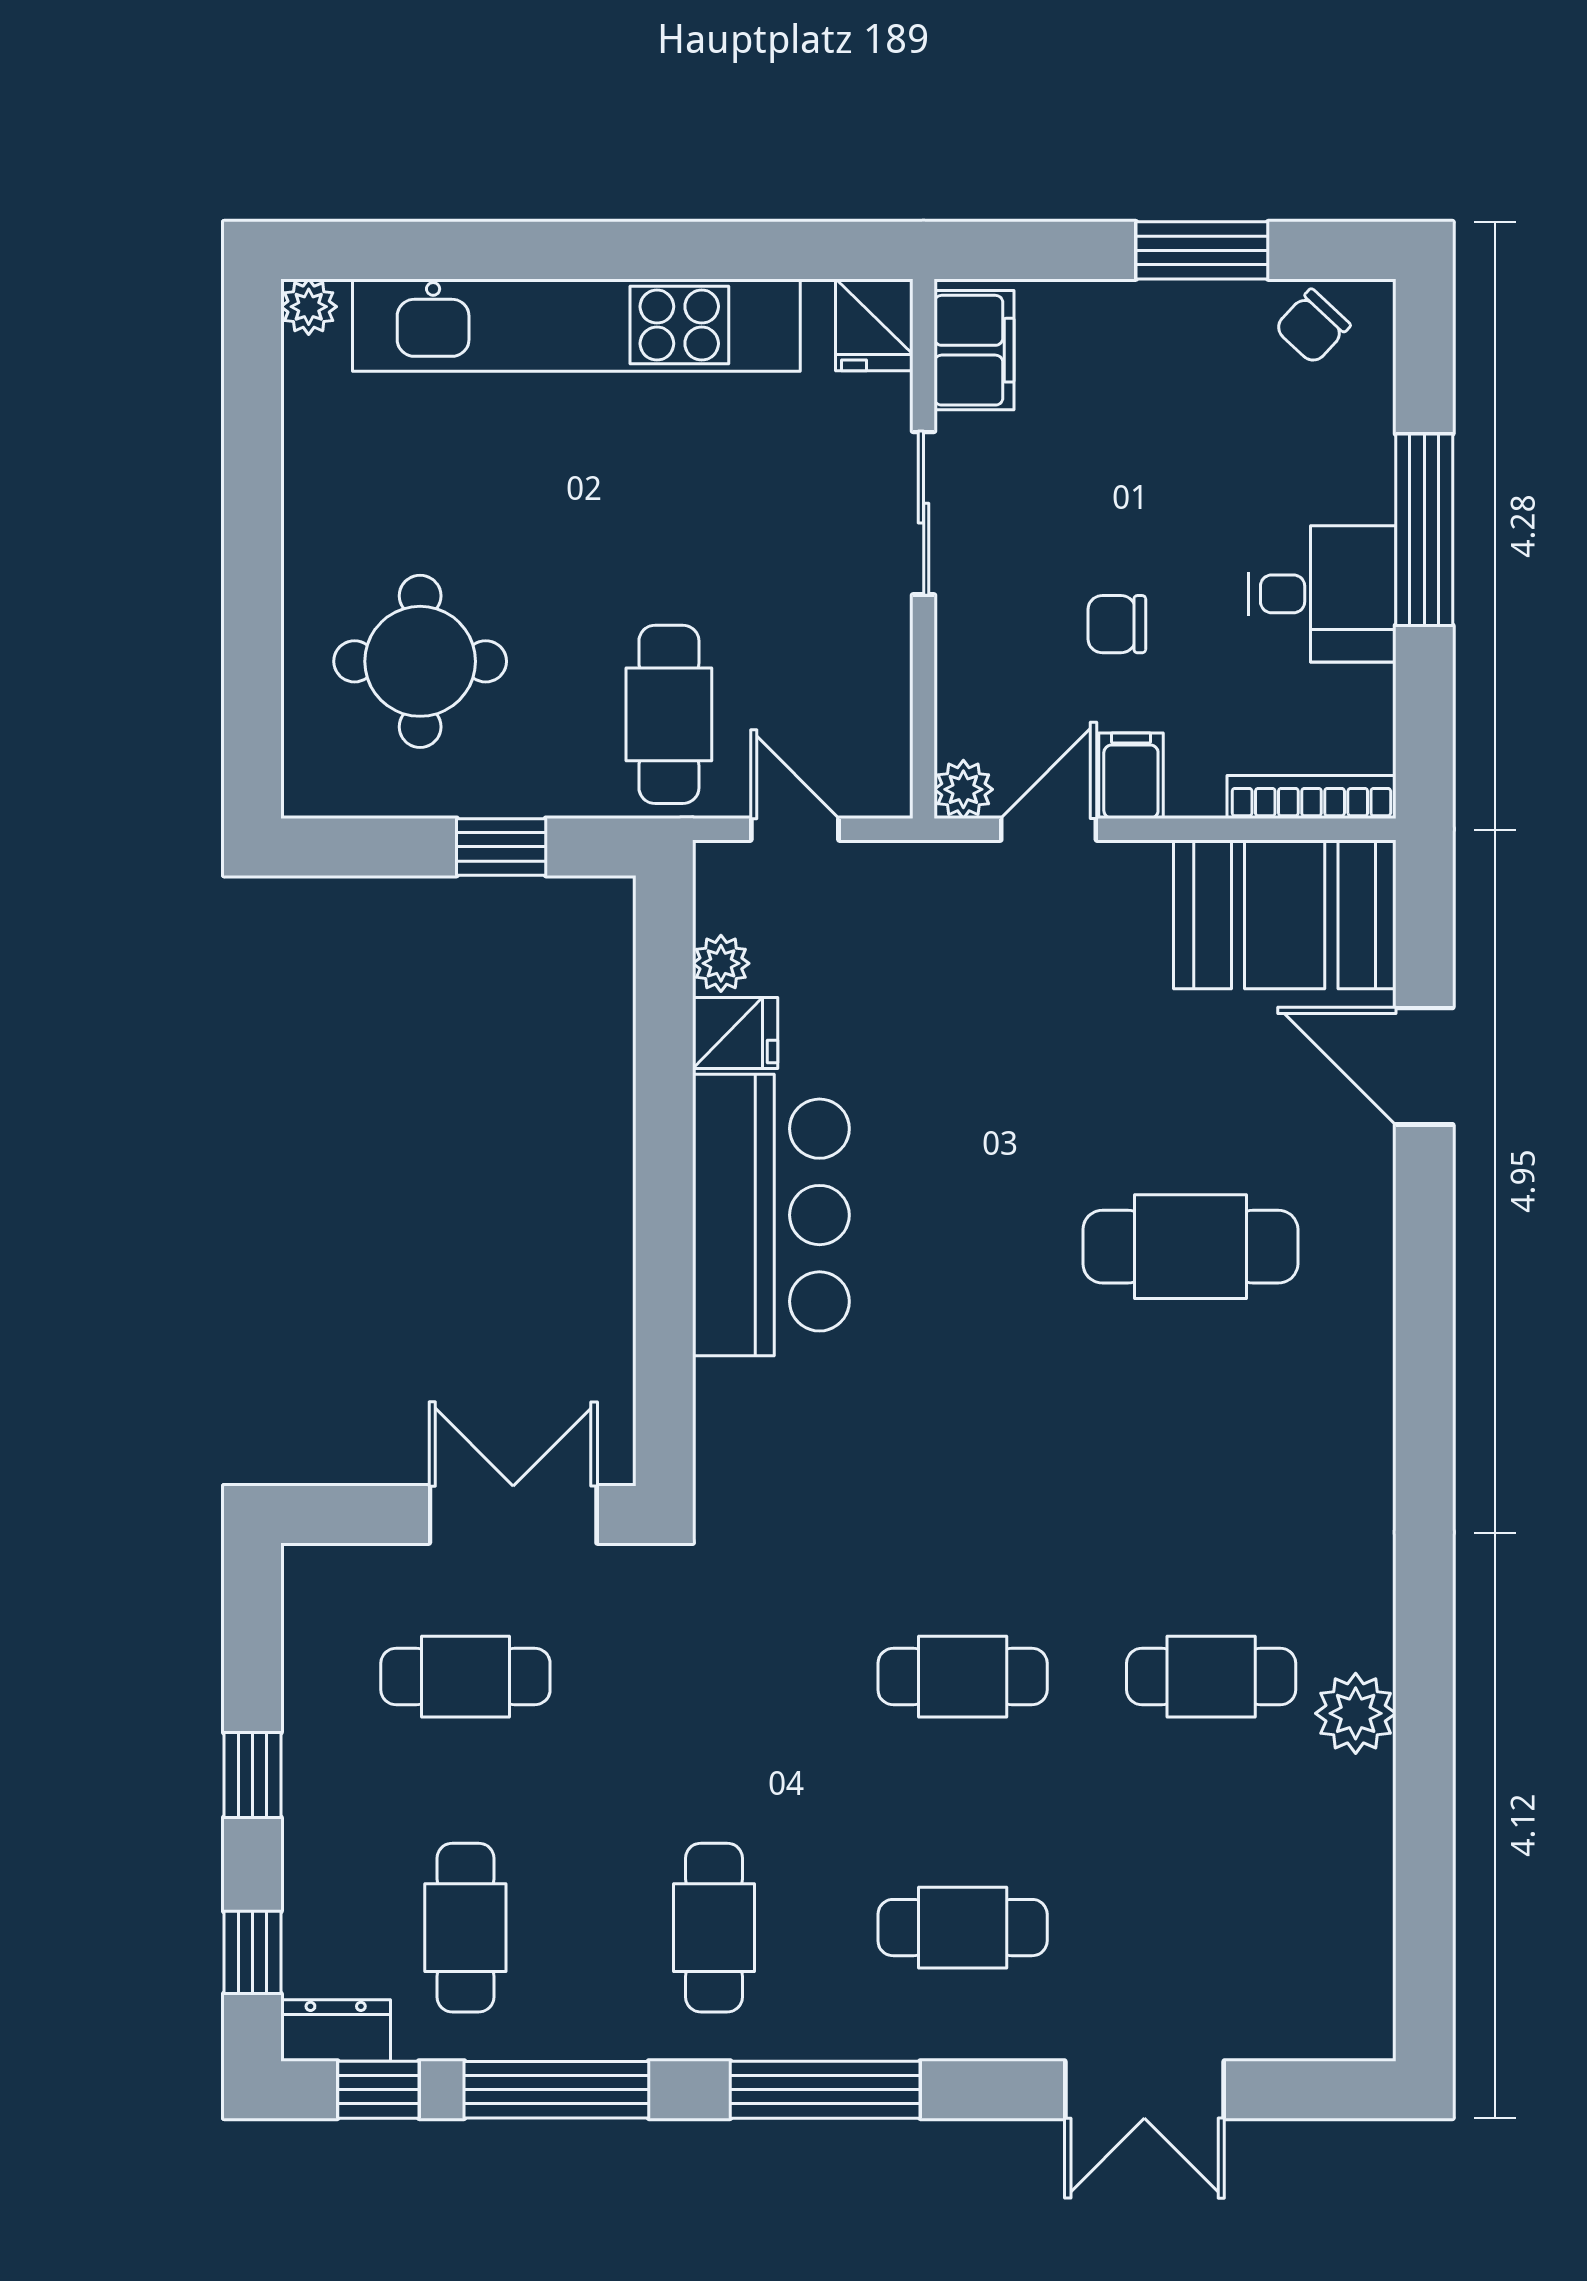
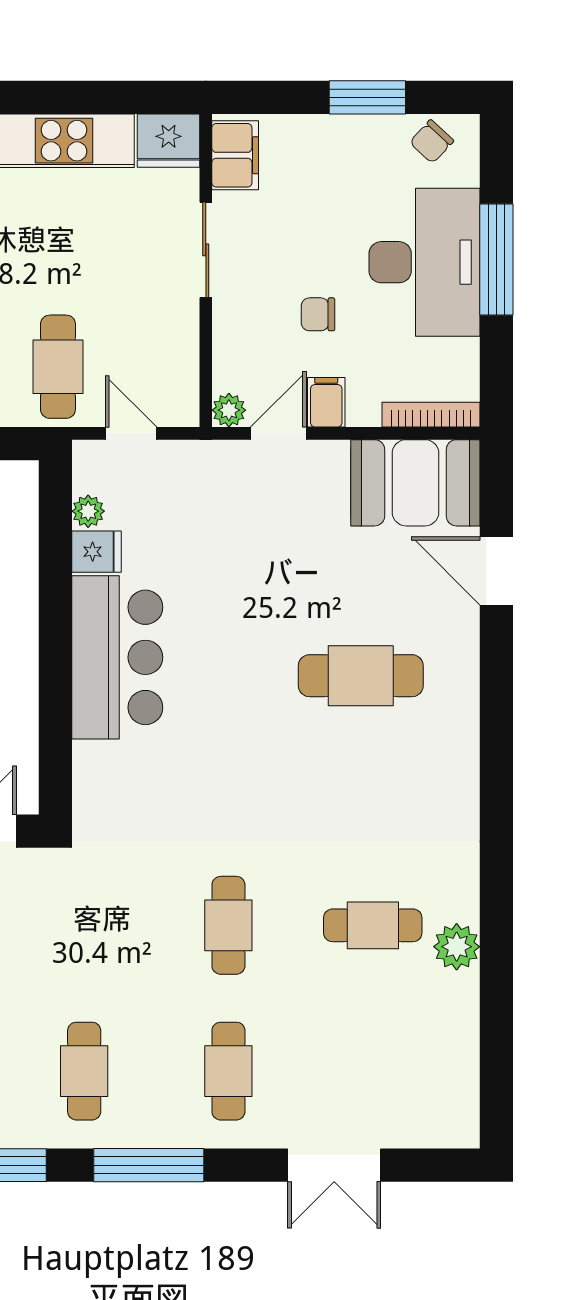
fridge: (874, 325) -> (169, 141), width x1.38
desk: (1322, 594) -> (424, 262), width x1.87, depth x1.30
cafe table: (963, 1677) -> (228, 925), turned 90
cafe table: (963, 1928) -> (228, 1071), turned 90

